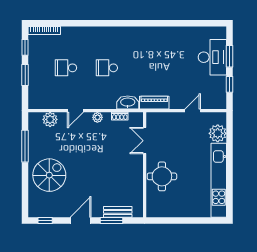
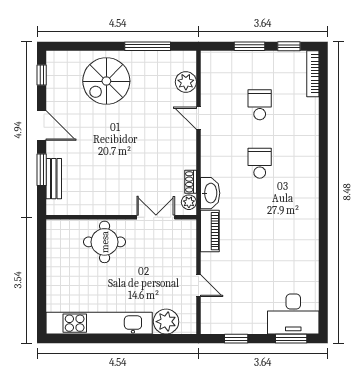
window: (230, 56) -> (291, 339), moved
desk: (212, 57) -> (293, 314), moved
plant: (97, 117) -> (189, 202), moved
spiral stairs: (49, 175) -> (106, 81), turned 90

